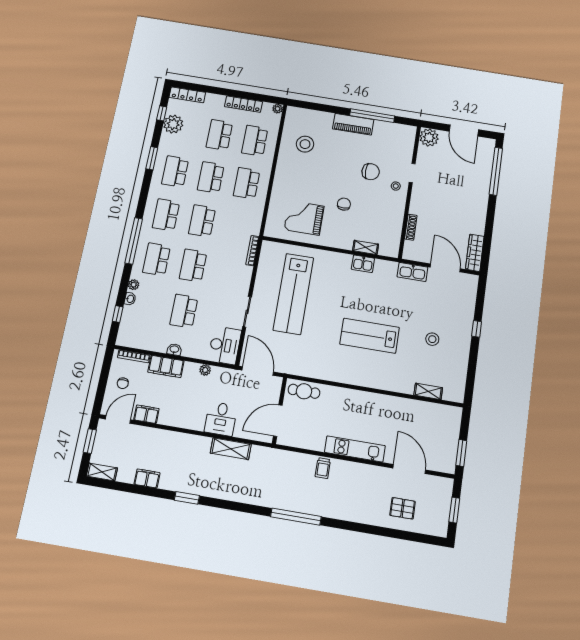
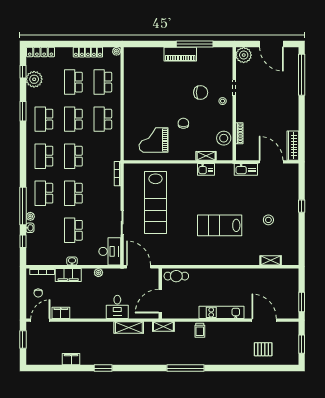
stool: (305, 144) -> (224, 138), moved
window: (134, 241) -> (23, 206), moved
shelving: (102, 472) -> (163, 327), moved

